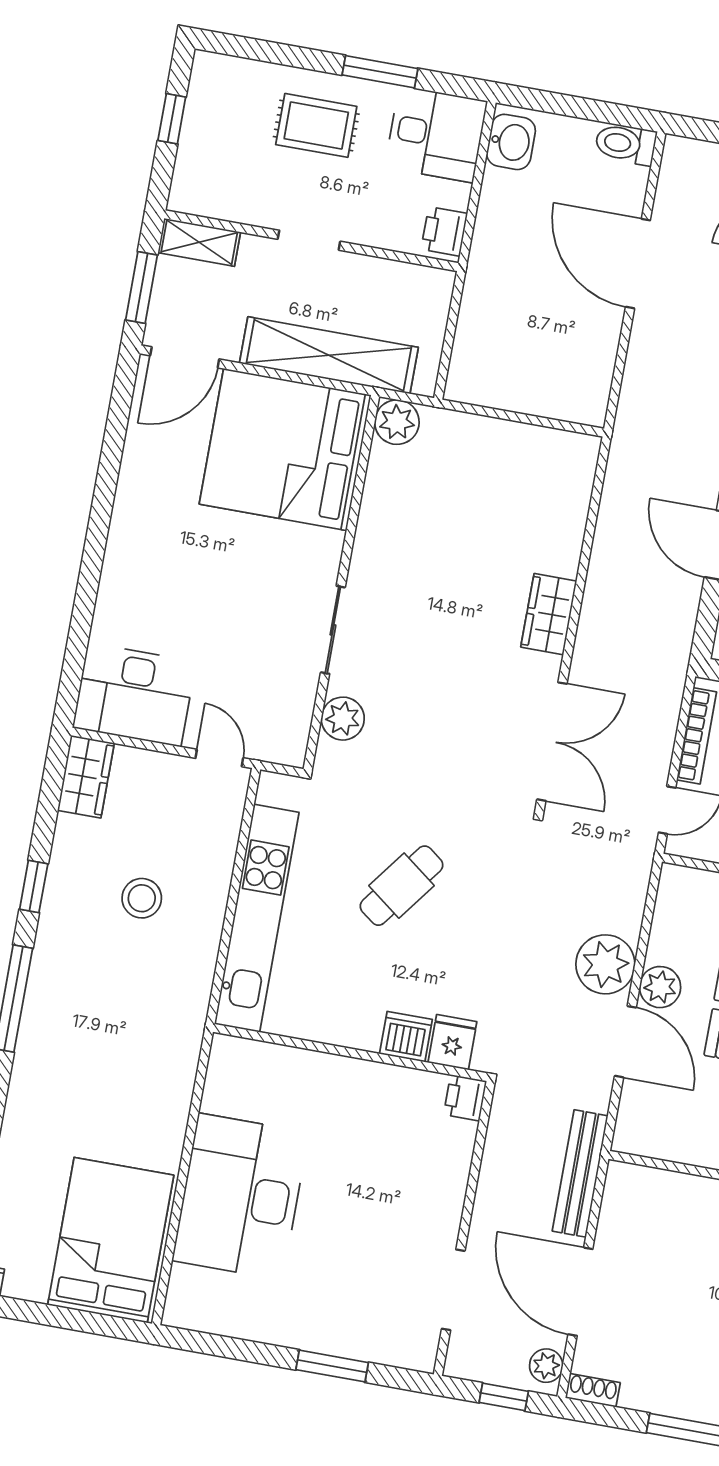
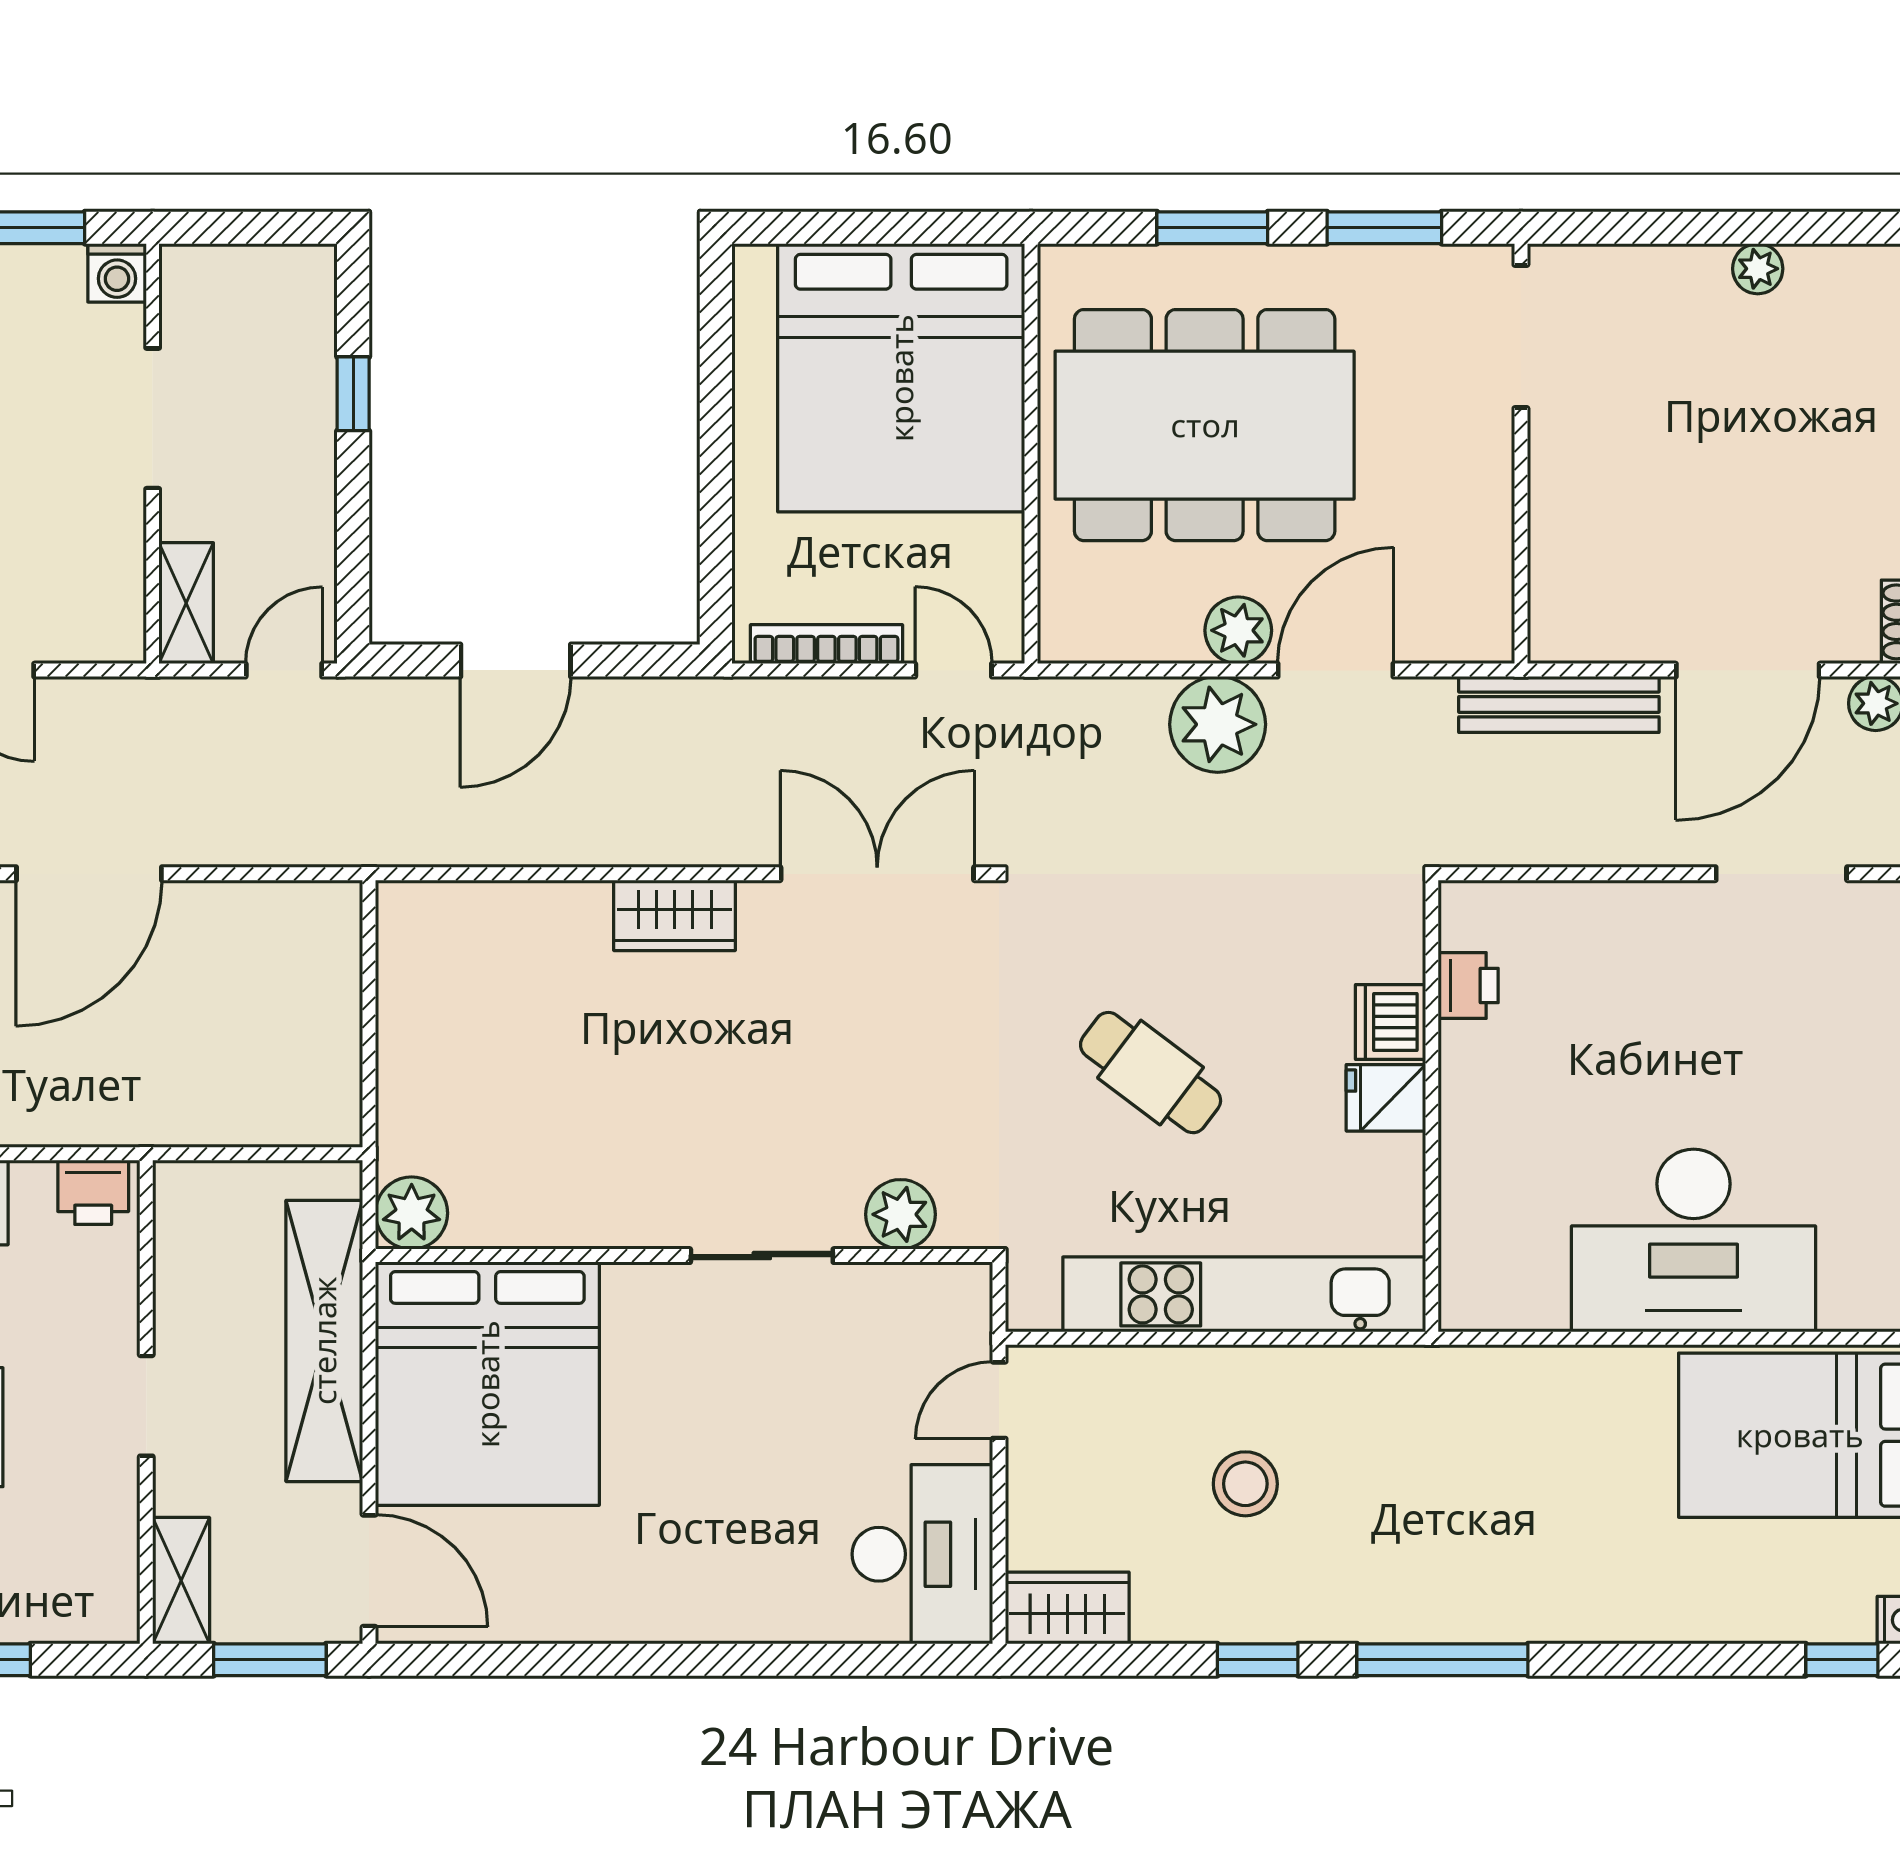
fridge: (452, 1042) -> (1386, 1098), moved
printer: (465, 1098) -> (1468, 985), moved, turned -90

